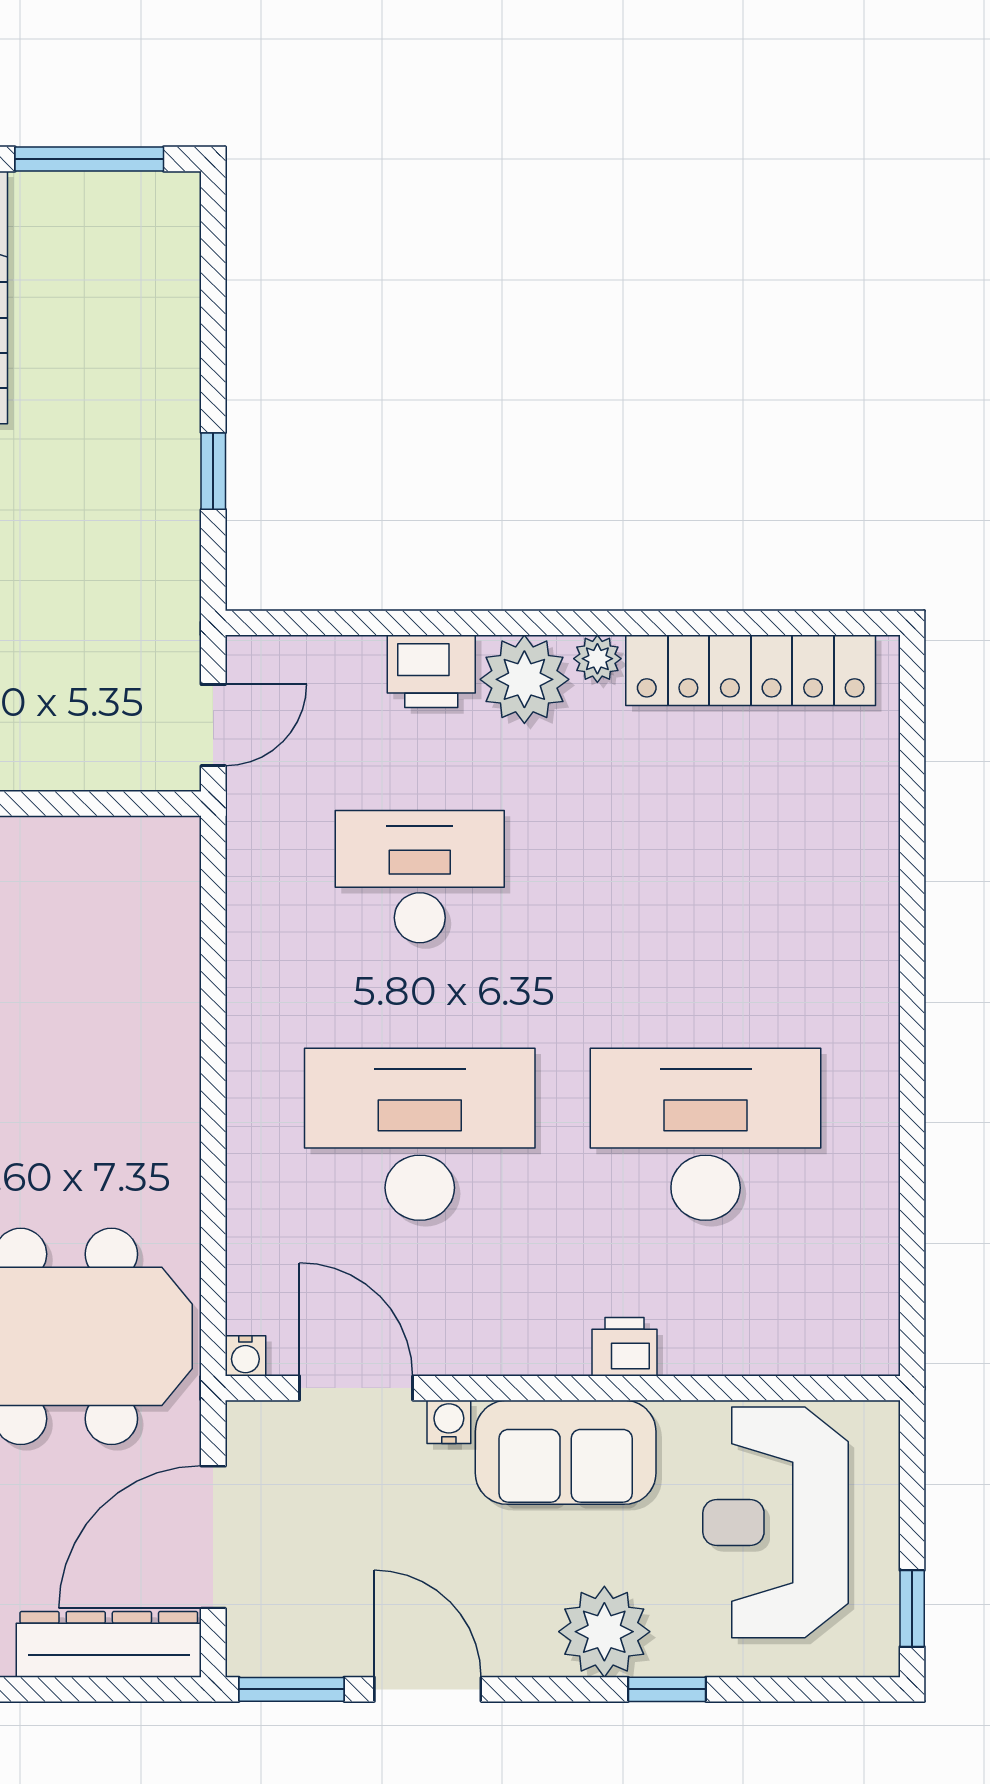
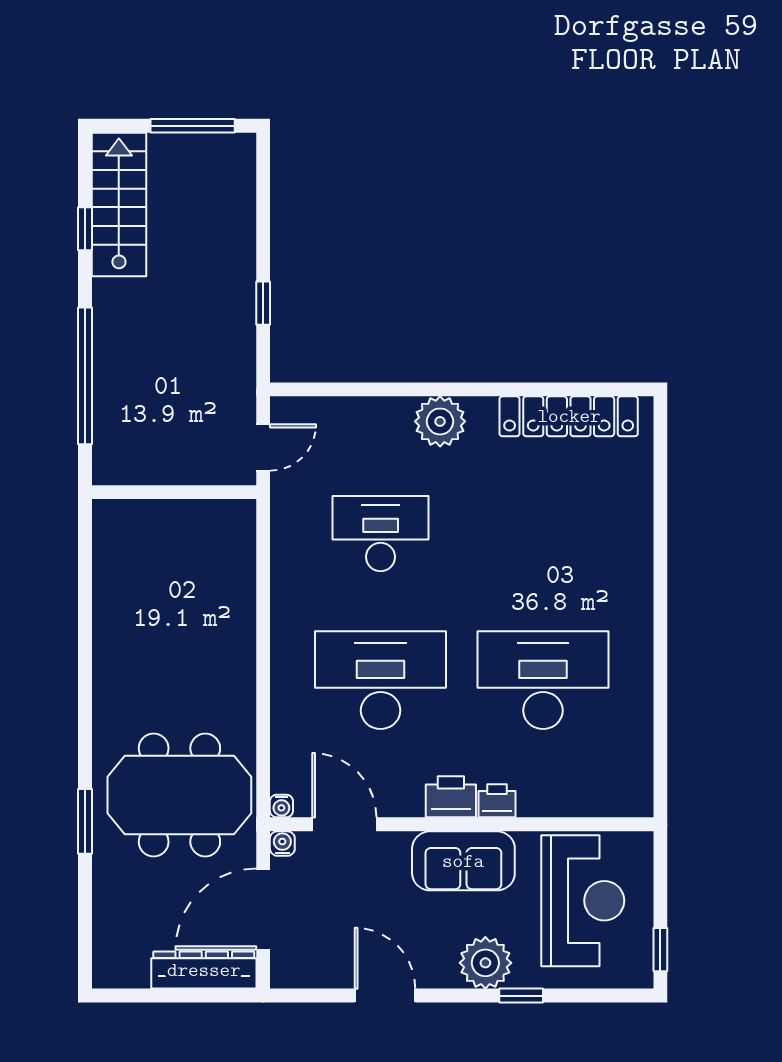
plant: (597, 659) -> (481, 410), removed
printer: (431, 671) -> (451, 797), moved, turned 180
water cooler: (449, 1422) -> (282, 844), moved
reception desk: (776, 1522) -> (583, 901), turned 180
window: (291, 1689) -> (308, 996), removed

